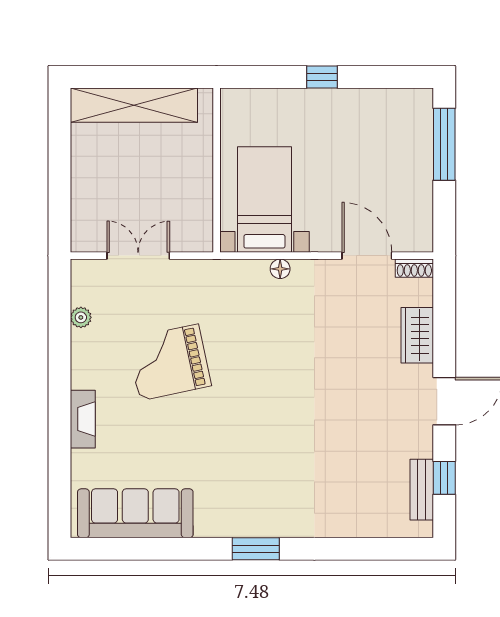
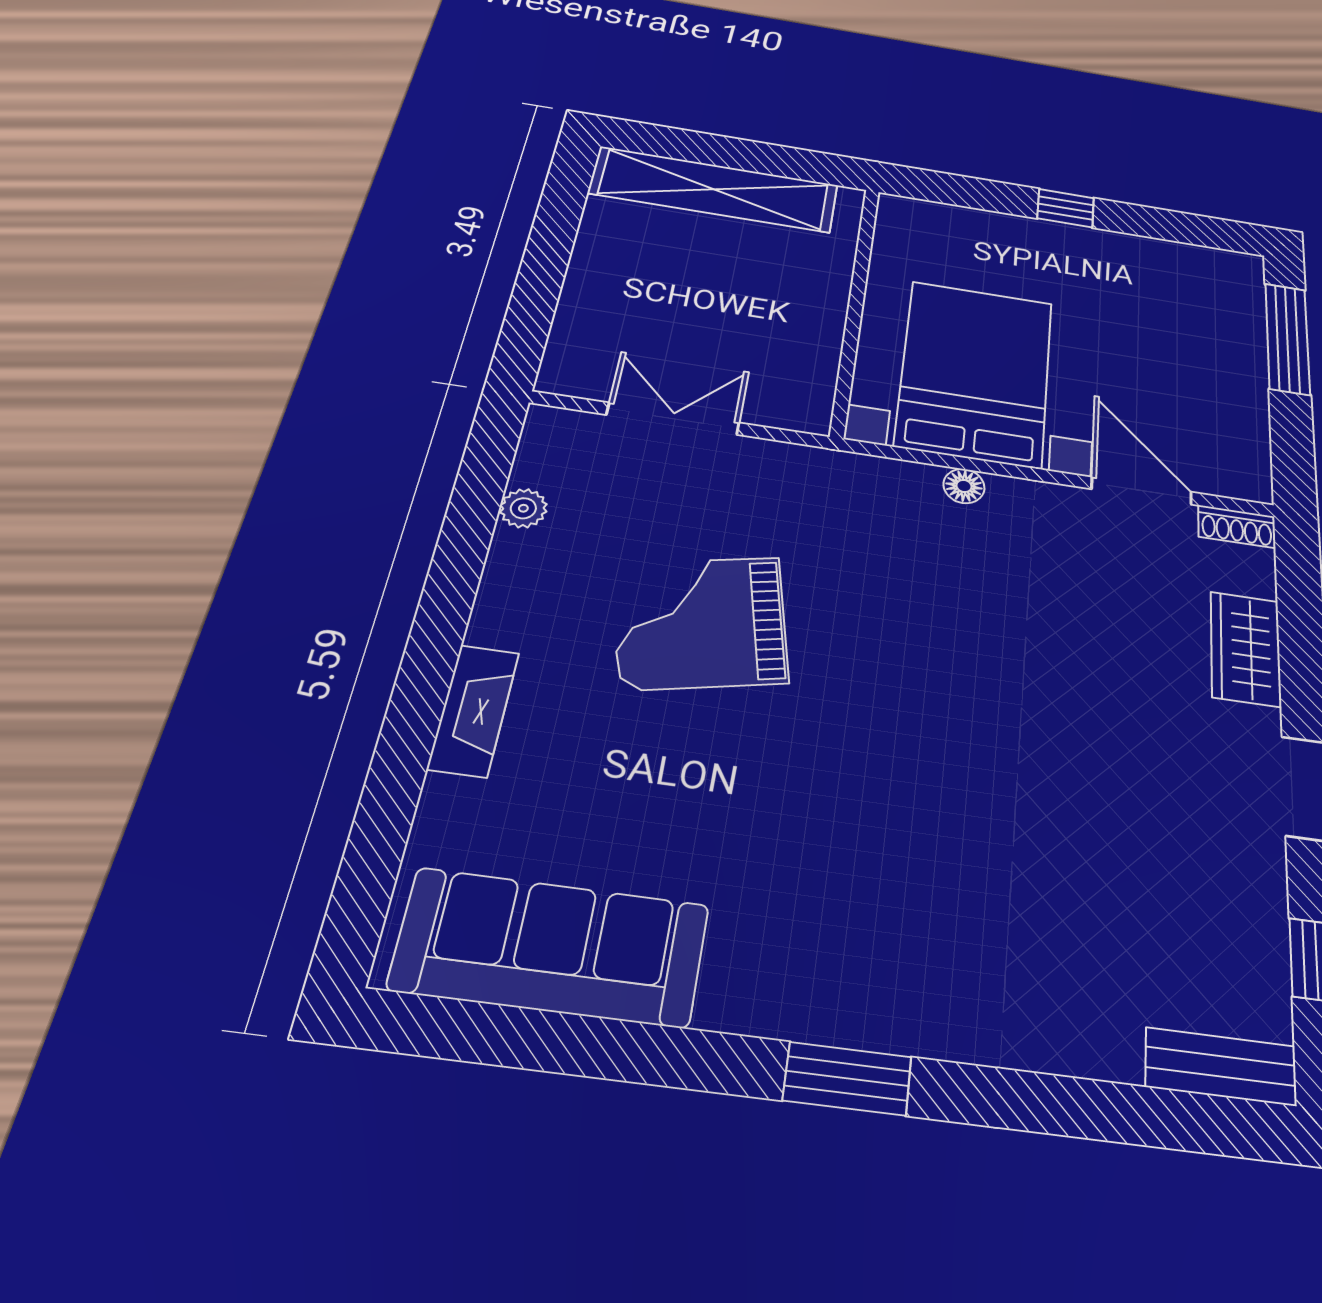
bed with nightstands: (264, 200) -> (975, 373), width x1.36
bench: (422, 490) -> (1221, 1066), moved, turned 90

